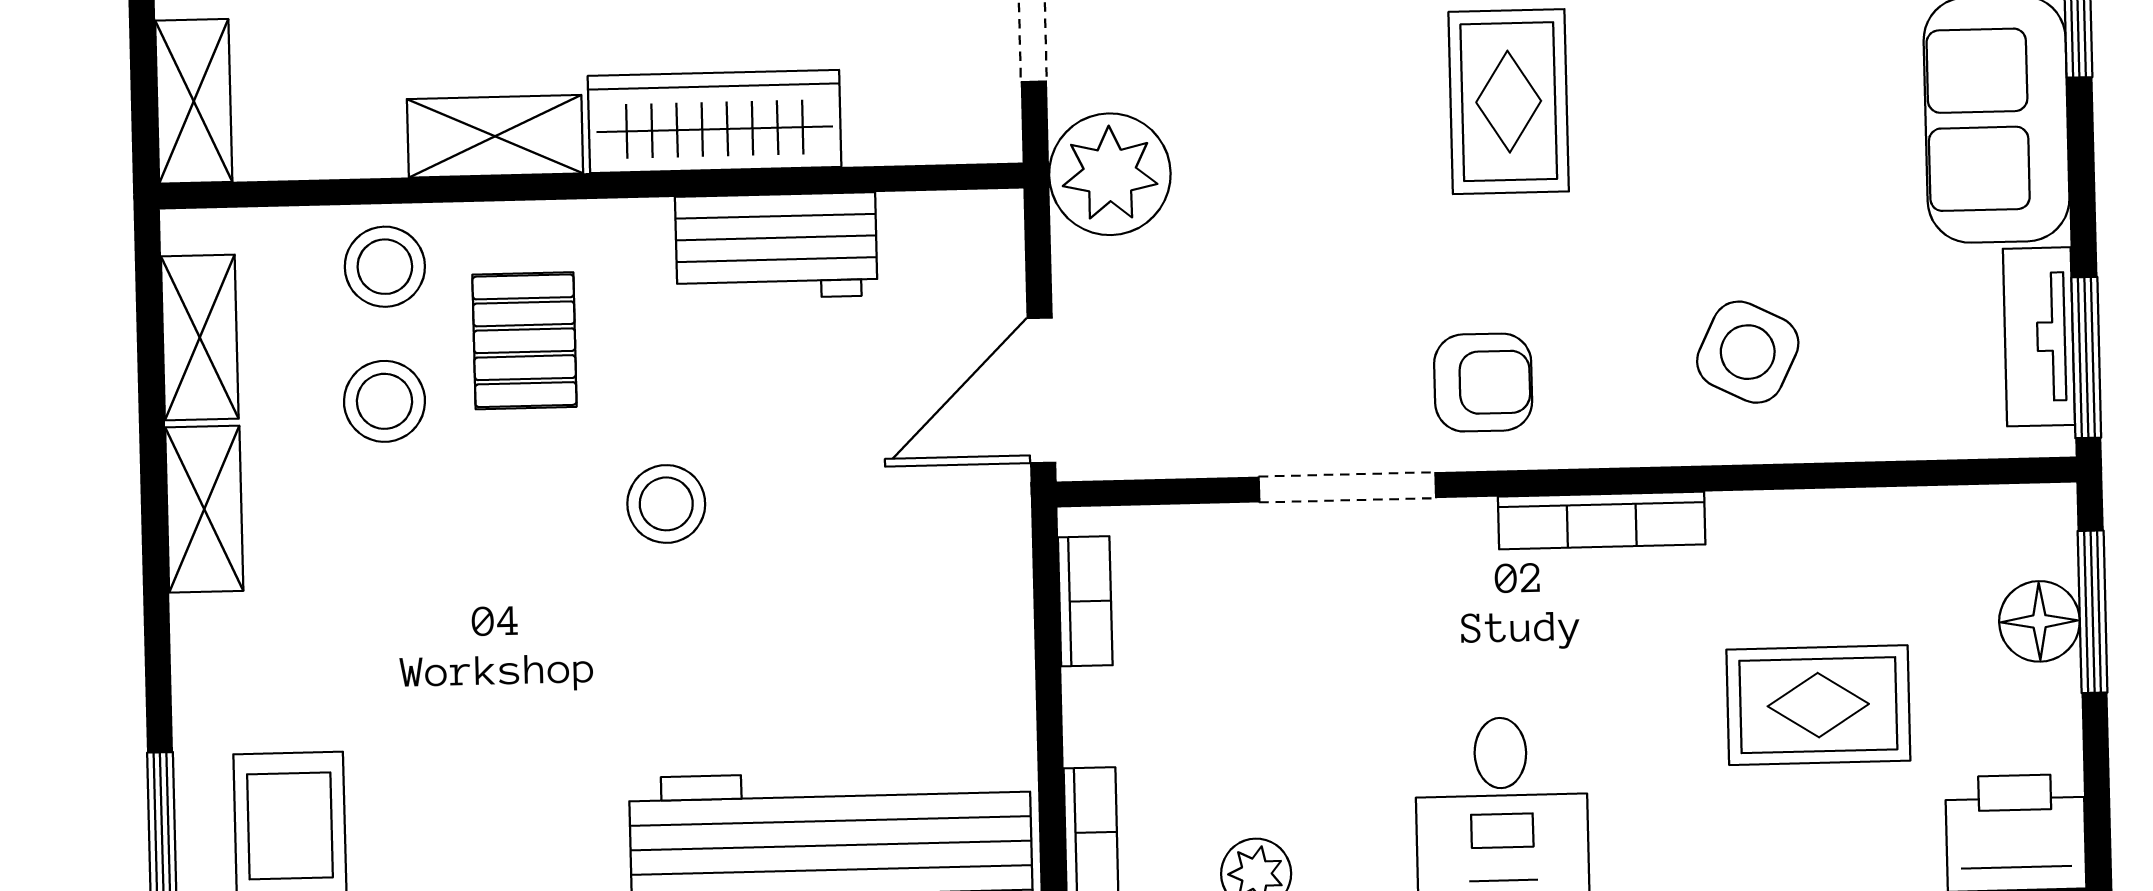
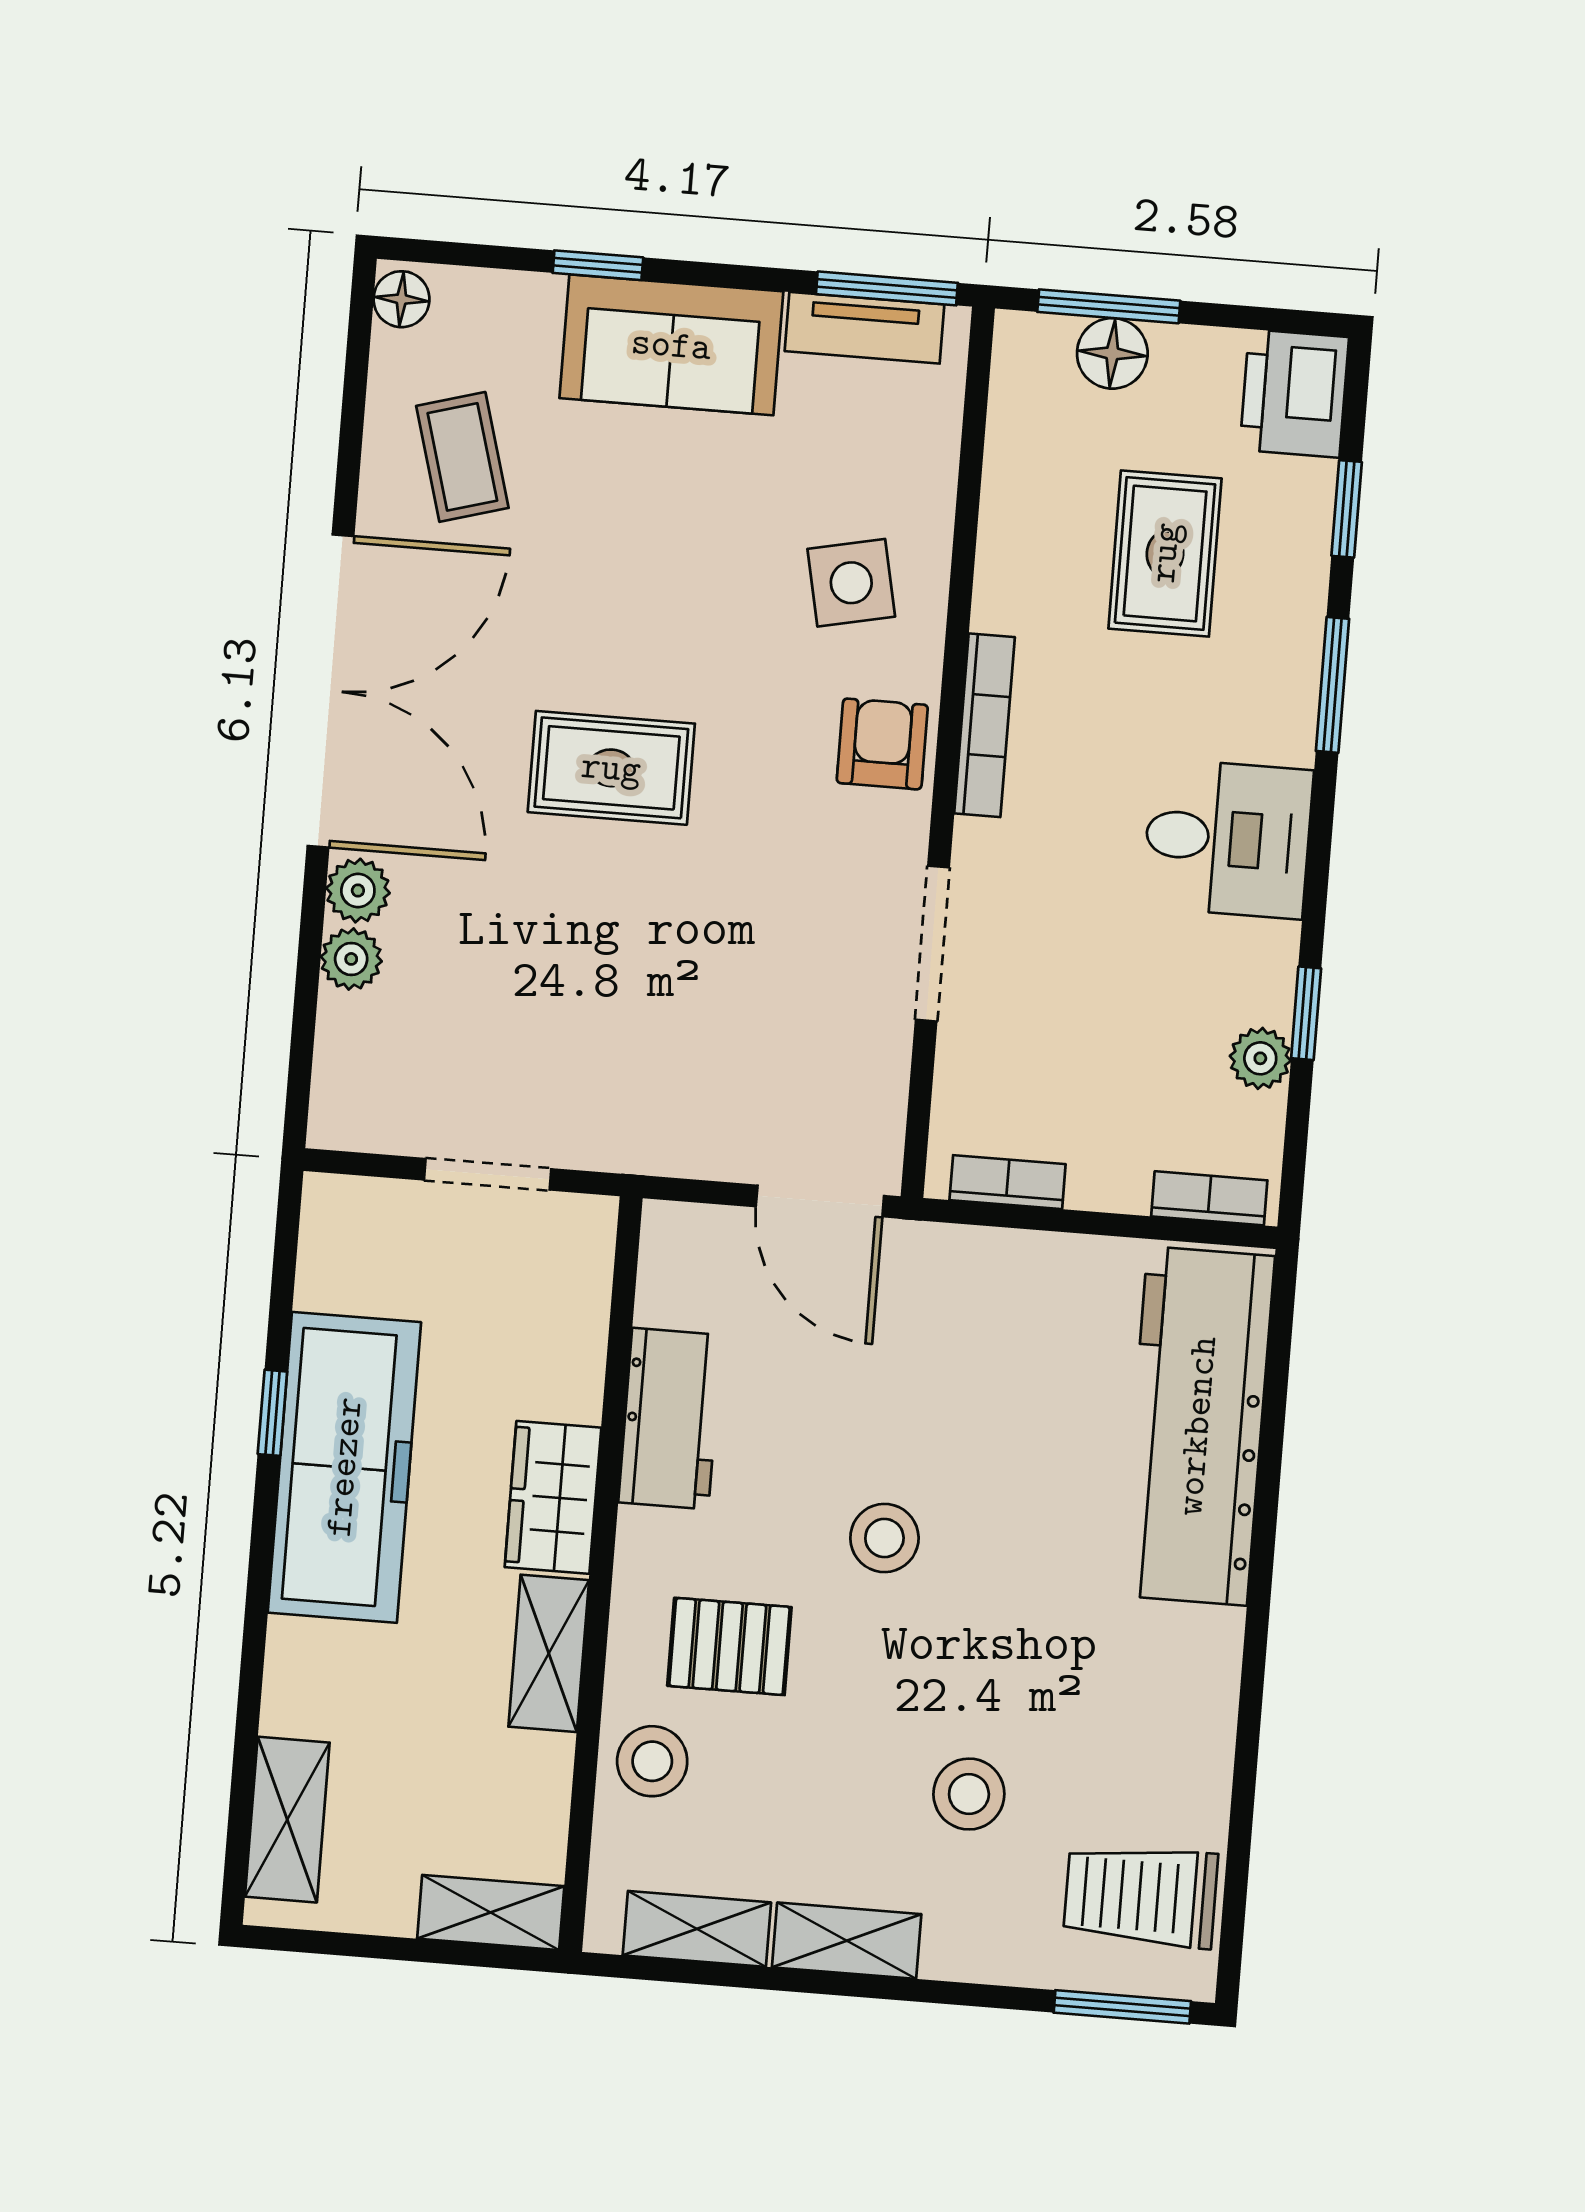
wardrobe: (715, 121) -> (553, 1497), width x0.67
plant: (1110, 174) -> (638, 1122), removed
side table: (1748, 352) -> (851, 583), turned -38
armchair: (1483, 383) -> (882, 744), moved
stool: (384, 401) -> (969, 1794), moved

